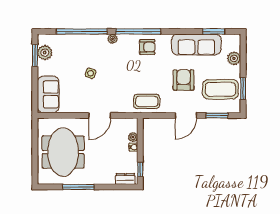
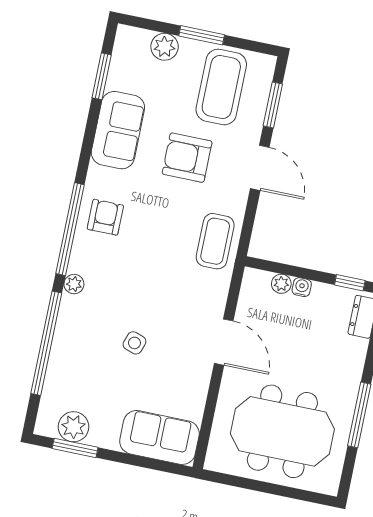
sofa: (196, 45) -> (118, 130), width x0.73
window: (243, 89) -> (202, 35), moved

